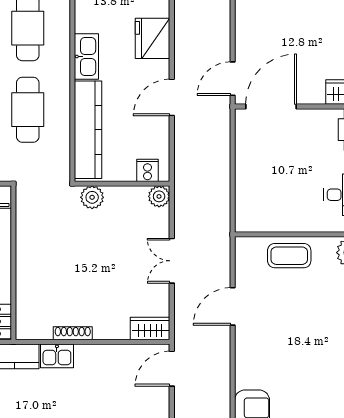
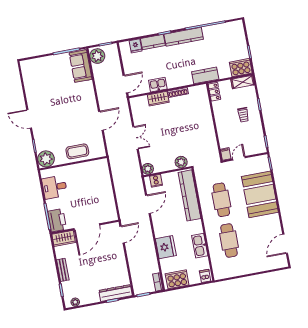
kitchen sink: (86, 57) -> (200, 246), moved
door: (172, 97) -> (148, 204), moved
door: (271, 107) -> (87, 227), moved
wardrobe: (150, 329) -> (158, 99), moved
kitchen sink: (57, 356) -> (158, 85), moved

